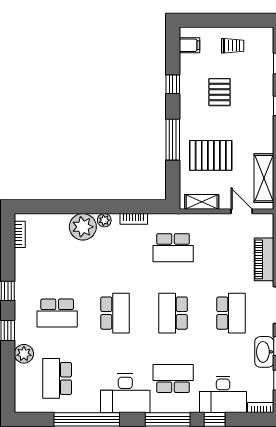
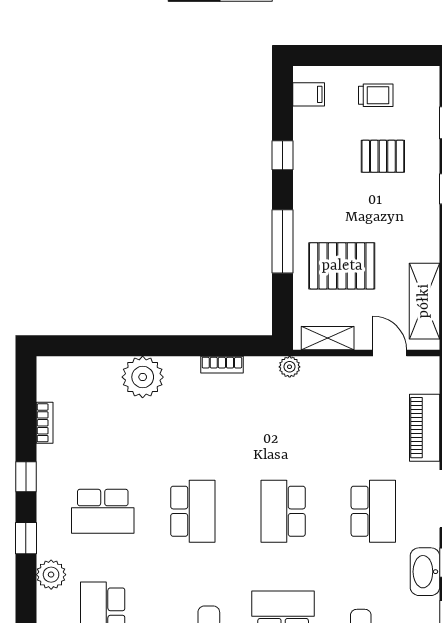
pallet: (220, 92) -> (383, 156), moved, turned 90
plant: (104, 220) -> (290, 367), moved
bookcase: (20, 234) -> (45, 423), moved
school desk: (173, 248) -> (283, 409), removed

